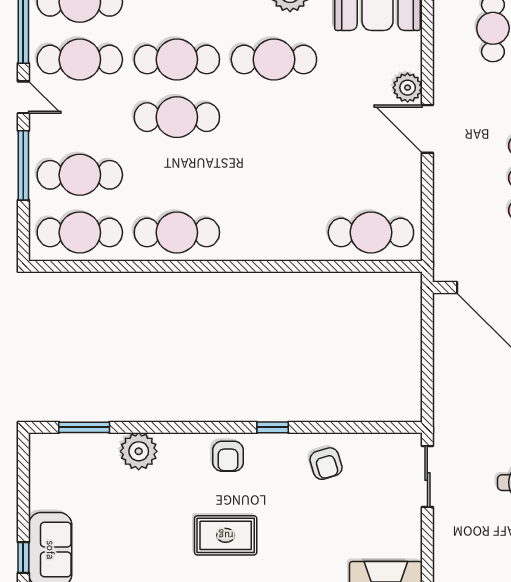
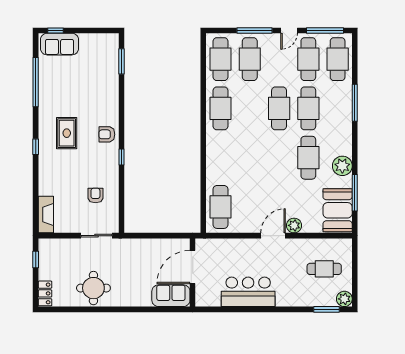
plant: (139, 451) -> (109, 89), removed
armchair: (326, 464) -> (95, 196), moved, turned 107

